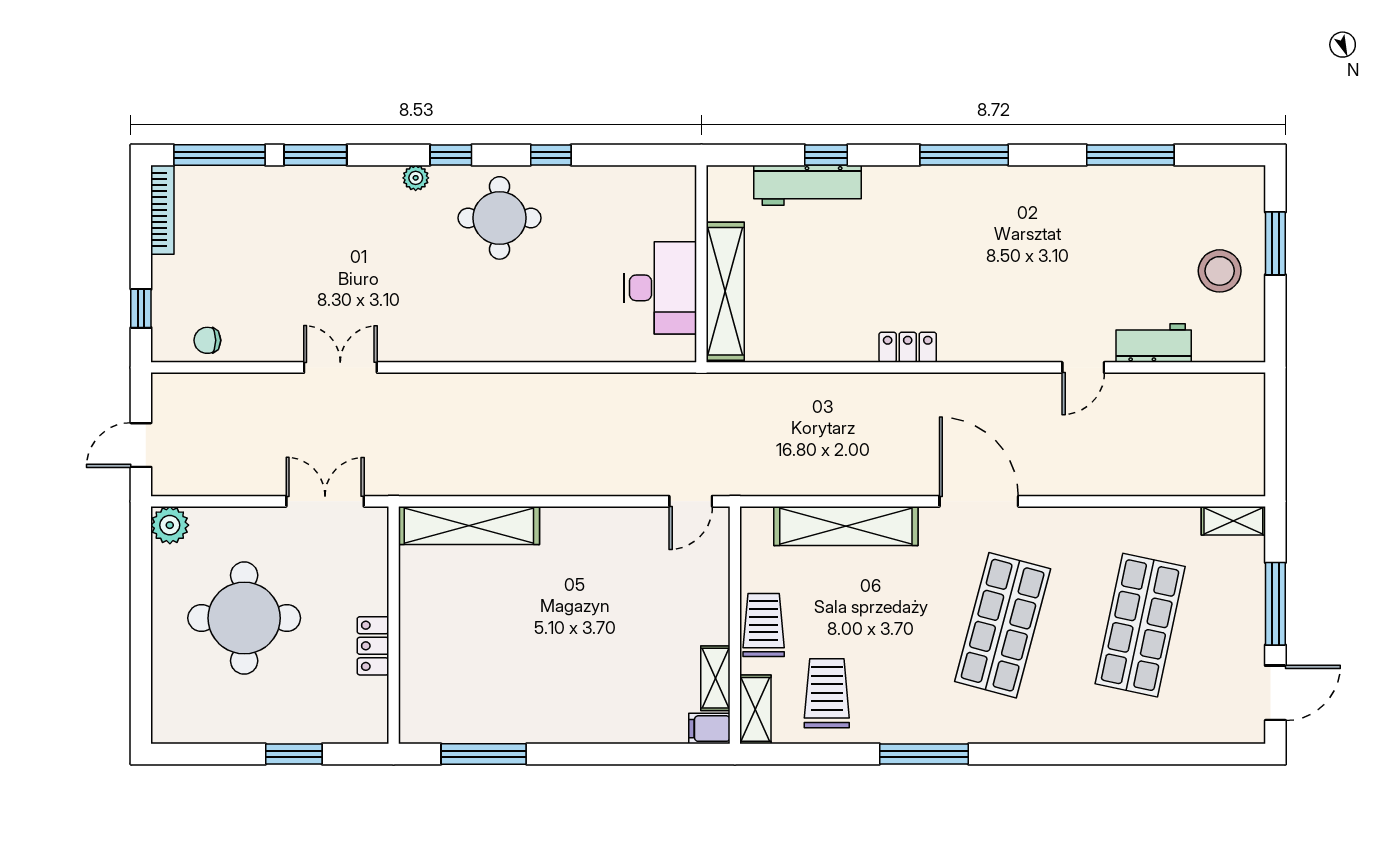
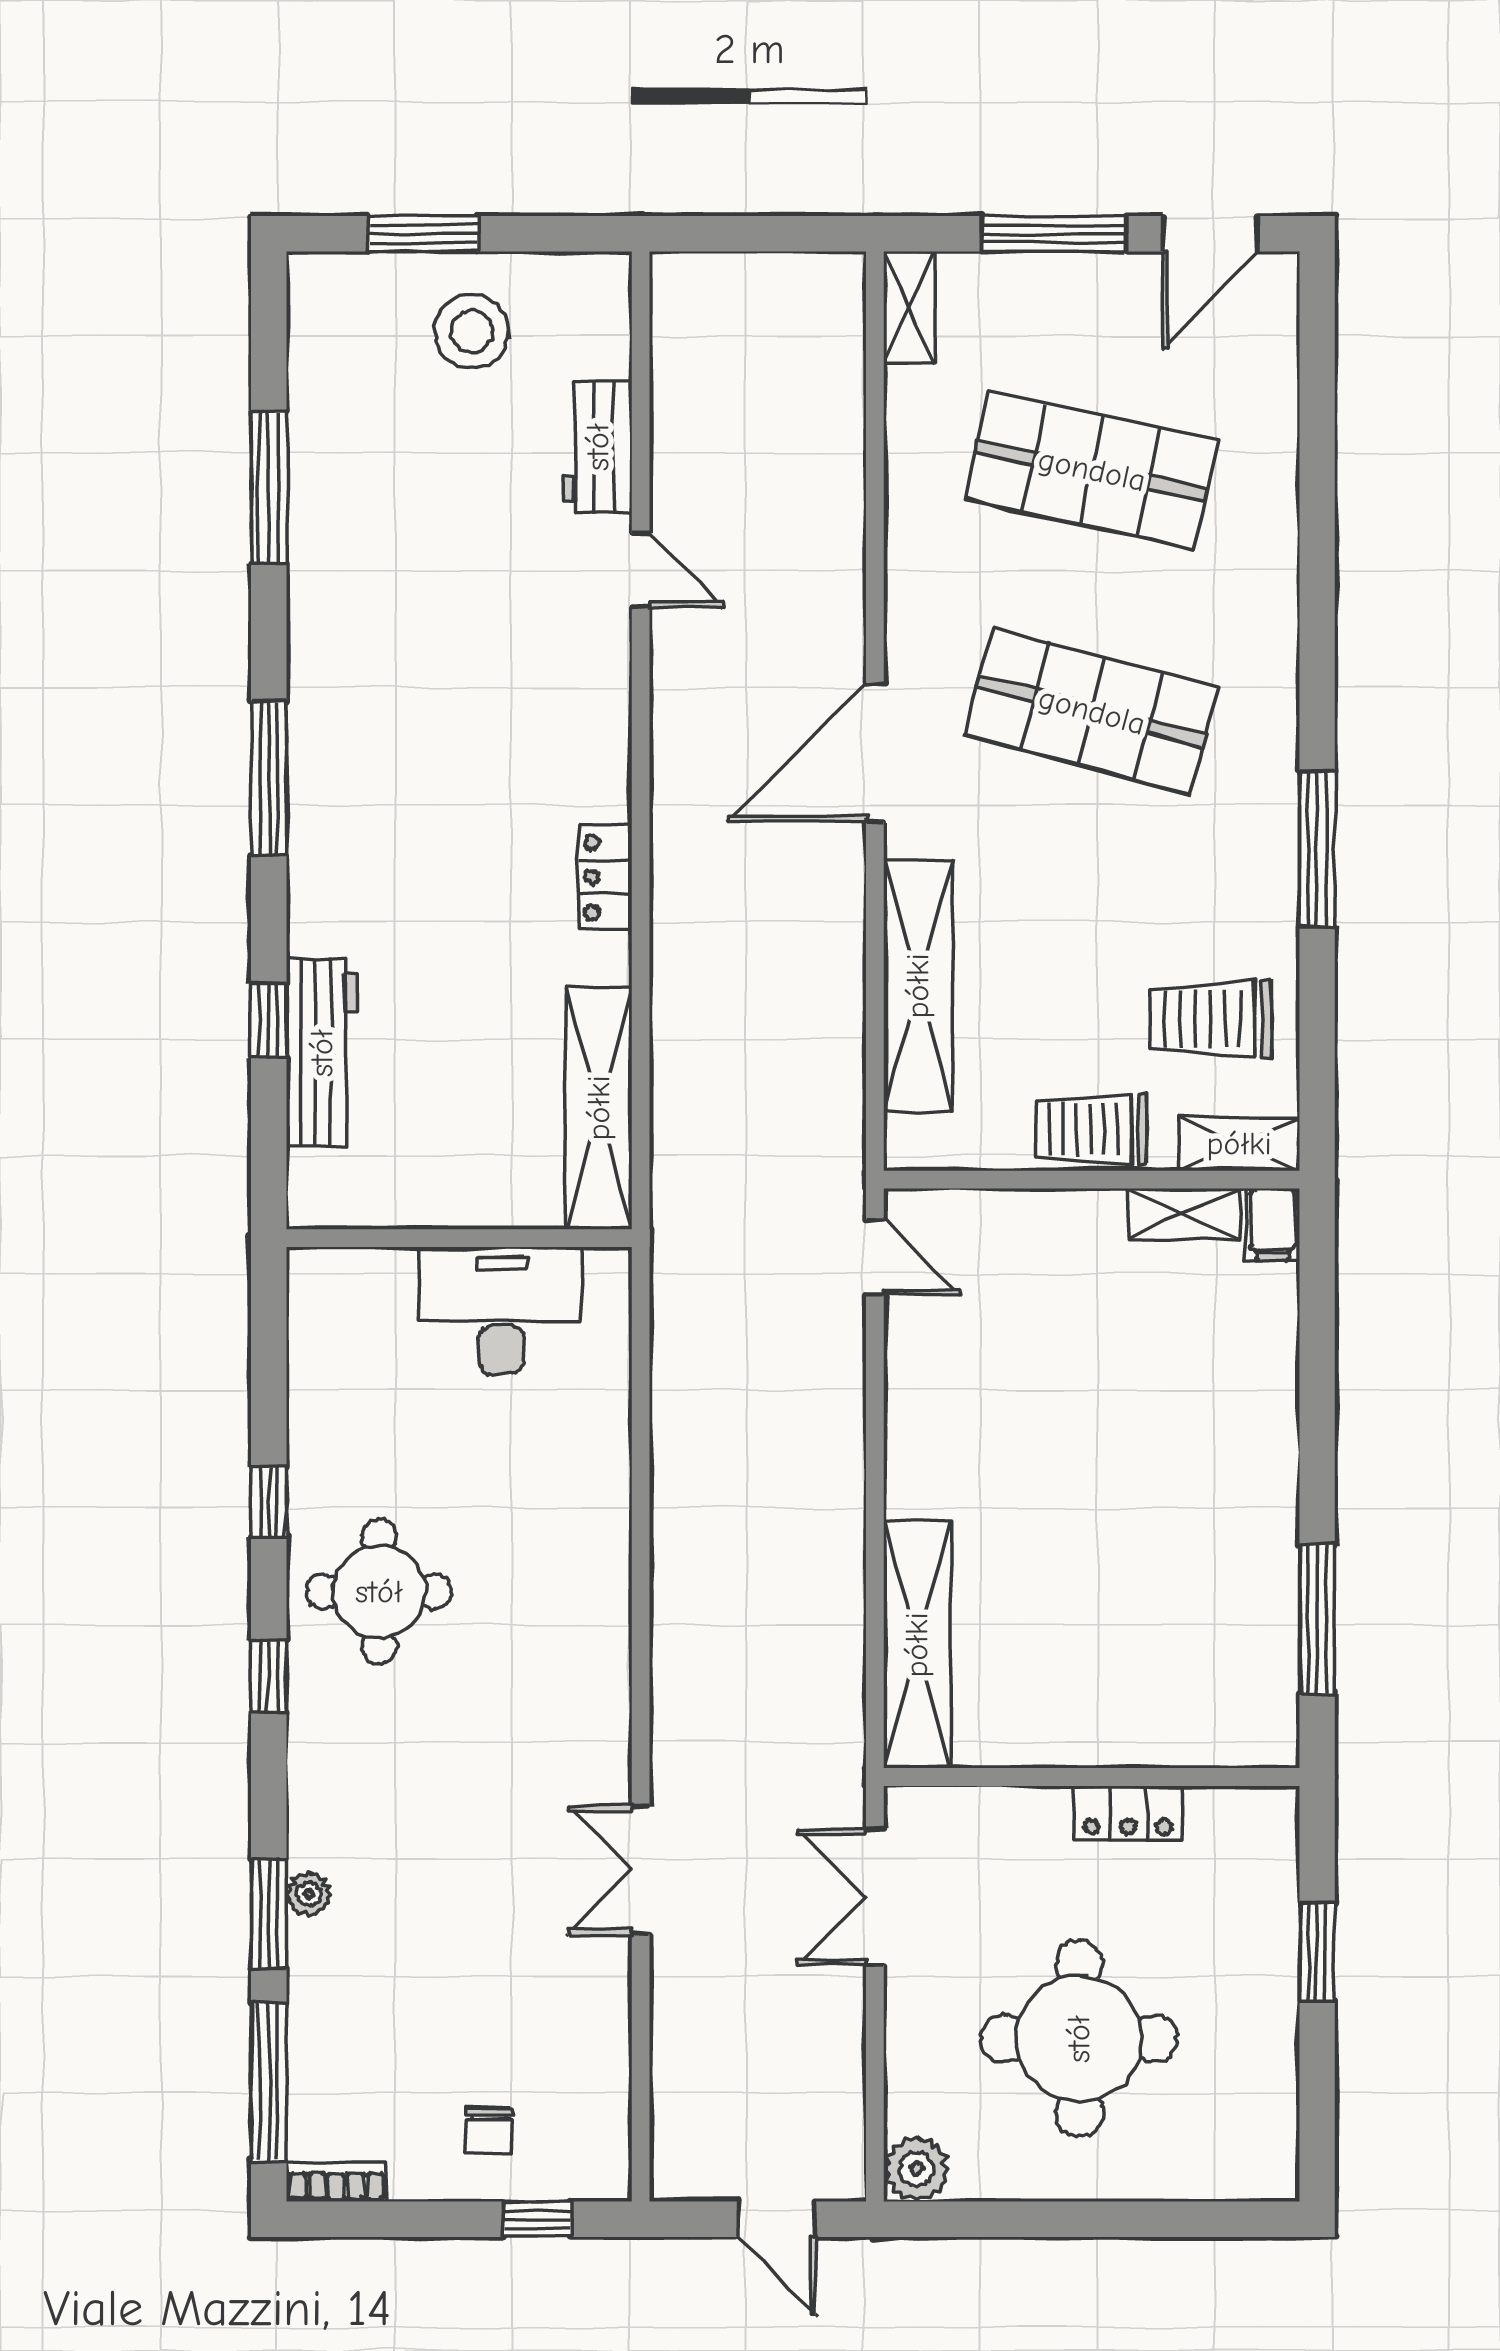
plant: (416, 178) -> (309, 1894), moved
bookcase: (162, 210) -> (336, 2182), width x0.64
shelving: (725, 291) -> (599, 1108), moved, turned 90
chair: (207, 340) -> (489, 2131), moved
door: (1275, 693) -> (1210, 234), swing flipped

